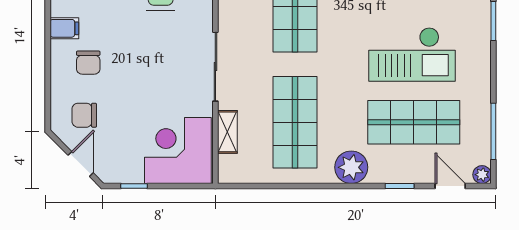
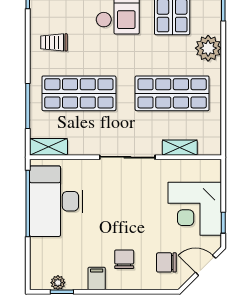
chair: (88, 63) -> (124, 259), turned -90
chair: (84, 115) -> (166, 262), turned 90
corner desk: (178, 150) -> (195, 209), moved

